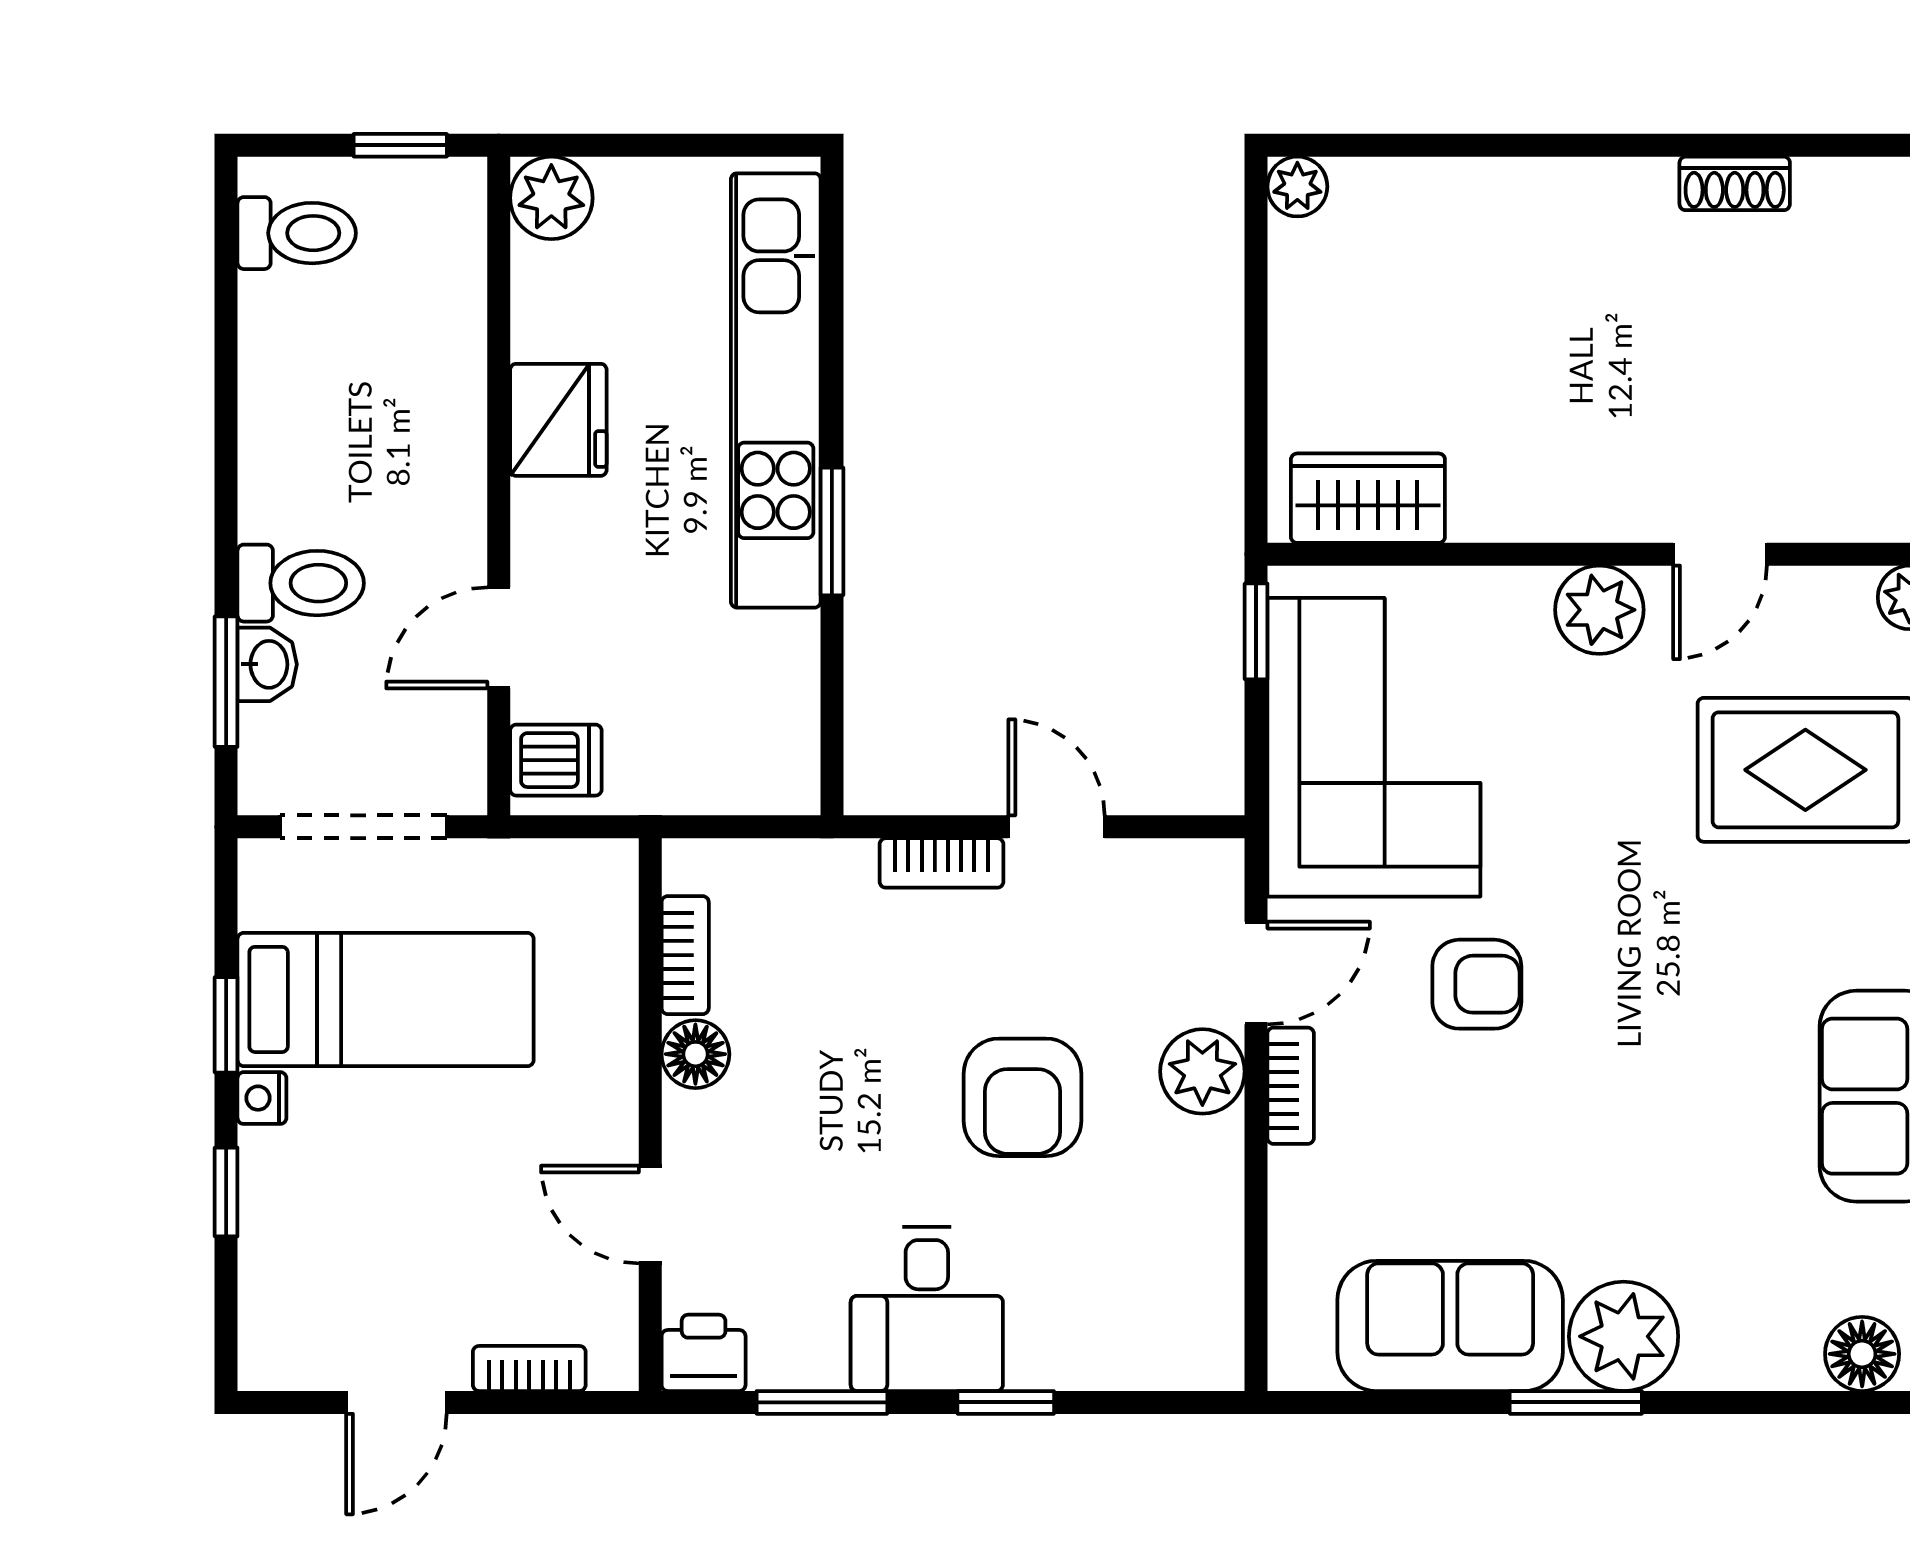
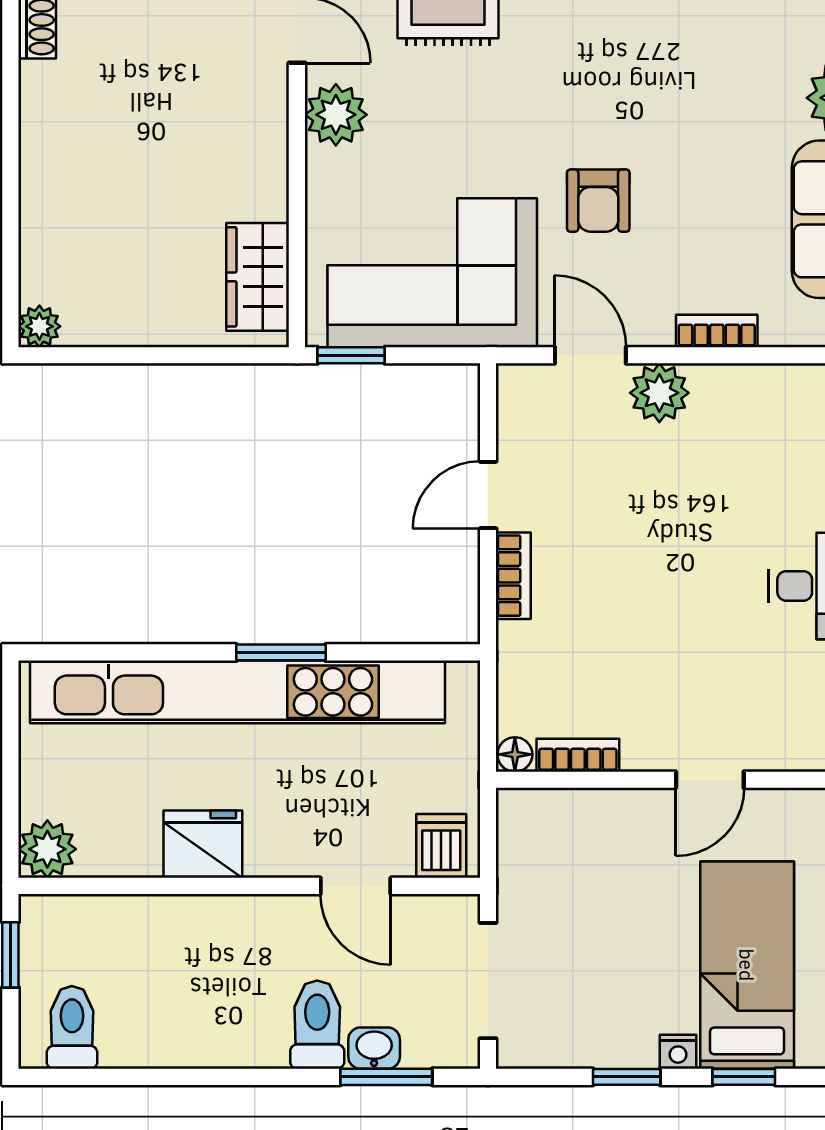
kitchen unit: (776, 390) -> (238, 692), width x1.36
armchair: (1477, 984) -> (598, 201), turned 180
bed: (386, 999) -> (747, 965), moved
floor lamp: (695, 1054) -> (515, 754), moved, width x0.73, depth x0.73
bookcase: (1291, 1086) -> (717, 331), moved
armchair: (1022, 1097) -> (678, 519), removed
door: (650, 1215) -> (710, 780), moved

